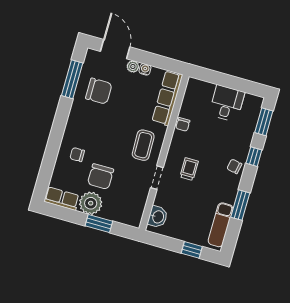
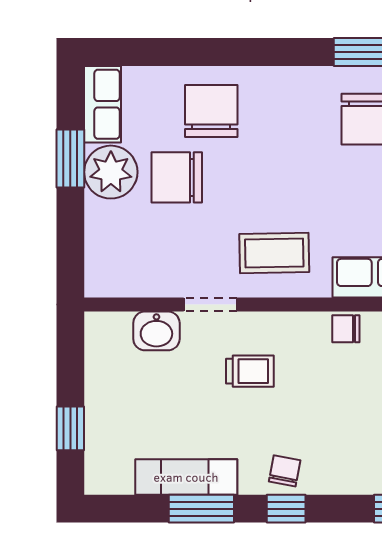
chair: (77, 155) -> (211, 111), width x1.87, depth x1.87
window: (254, 157) -> (286, 509), moved
washbasin: (158, 217) -> (156, 331), moved
window: (99, 224) -> (70, 158), moved
exam couch: (221, 225) -> (186, 477), moved

